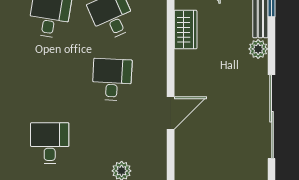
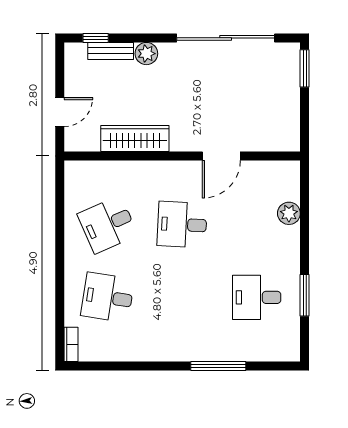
wardrobe: (186, 30) -> (135, 138), width x1.50
door: (171, 113) -> (221, 156), swing flipped

